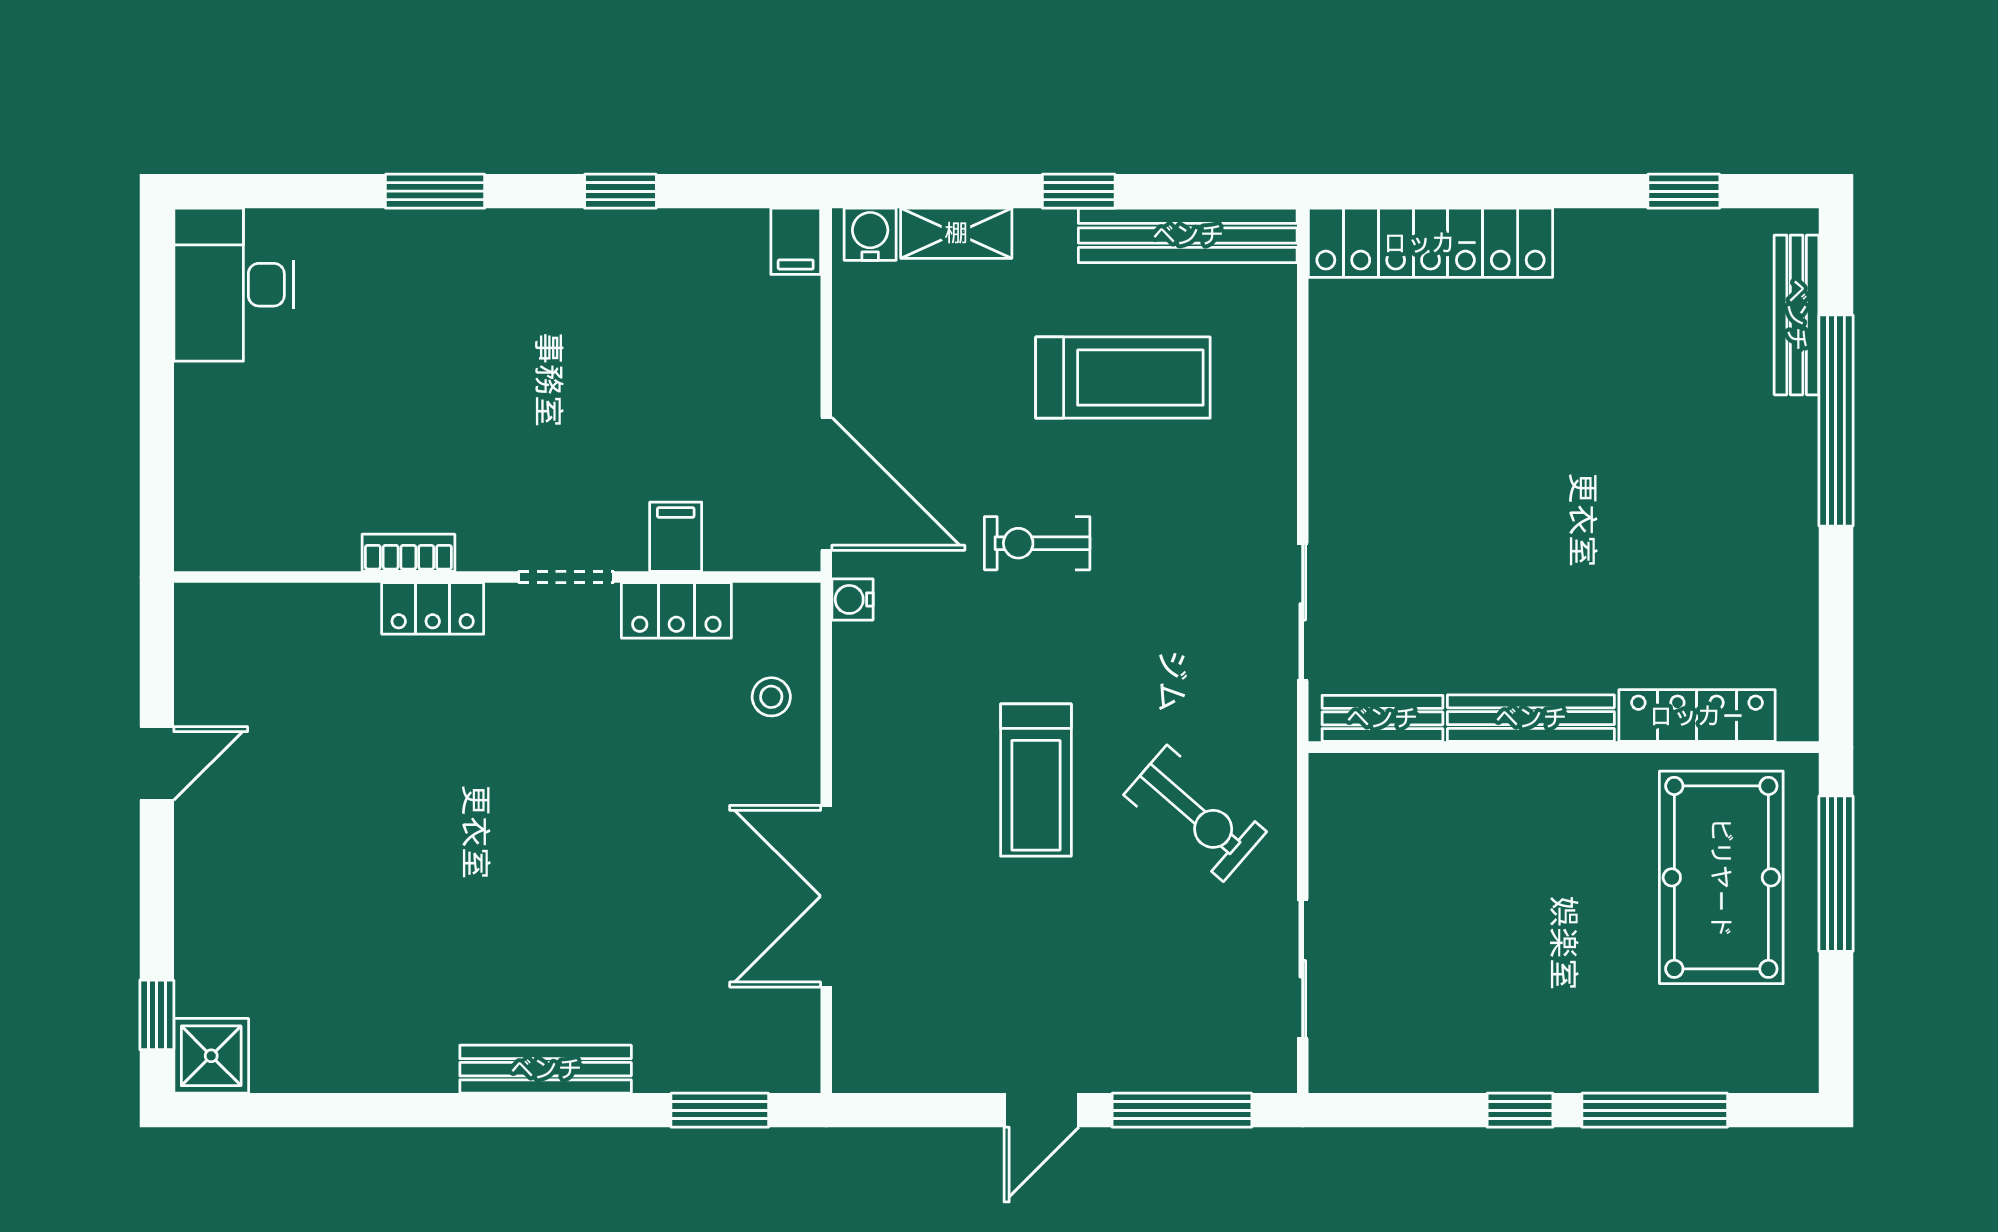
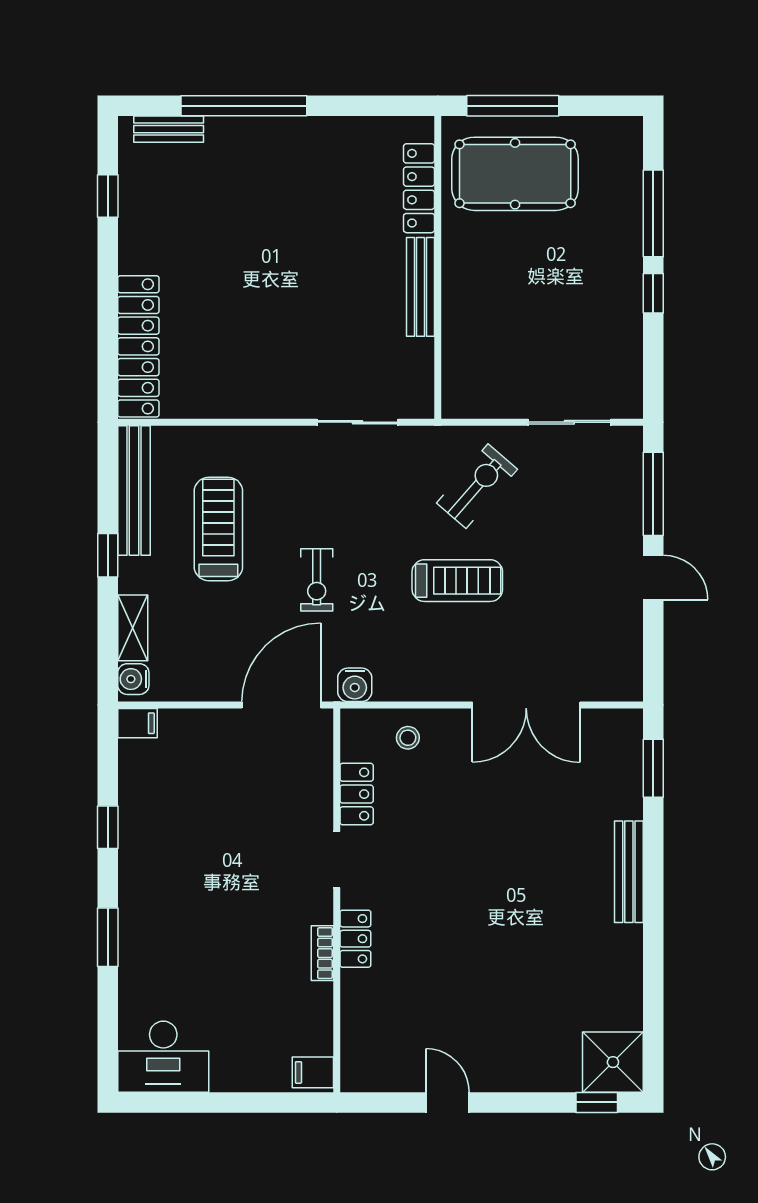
bench: (1797, 315) -> (169, 129), width x0.73
filing cabinet: (676, 537) -> (313, 1072), moved
water cooler: (852, 599) -> (355, 685), width x1.38, depth x1.38
bench: (1382, 718) -> (421, 375), removed
shower: (211, 1056) -> (613, 1062), width x1.36, depth x1.36

